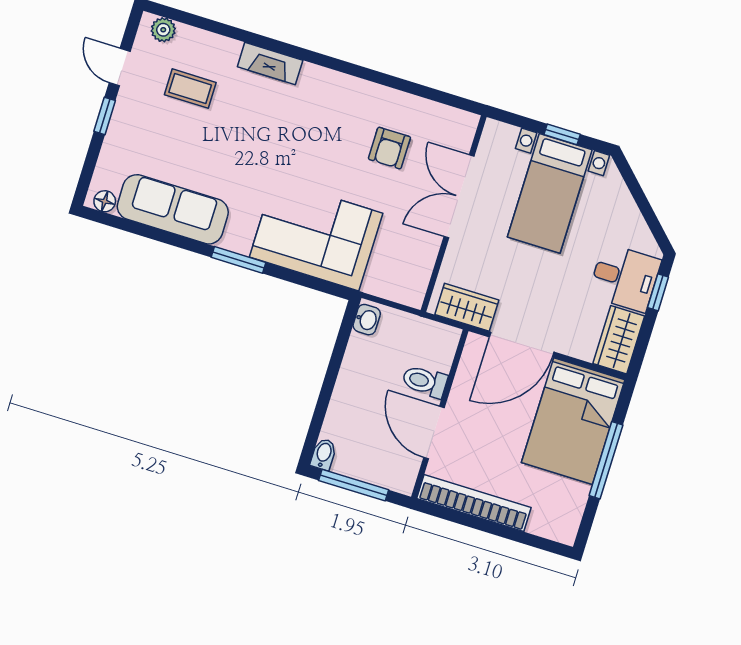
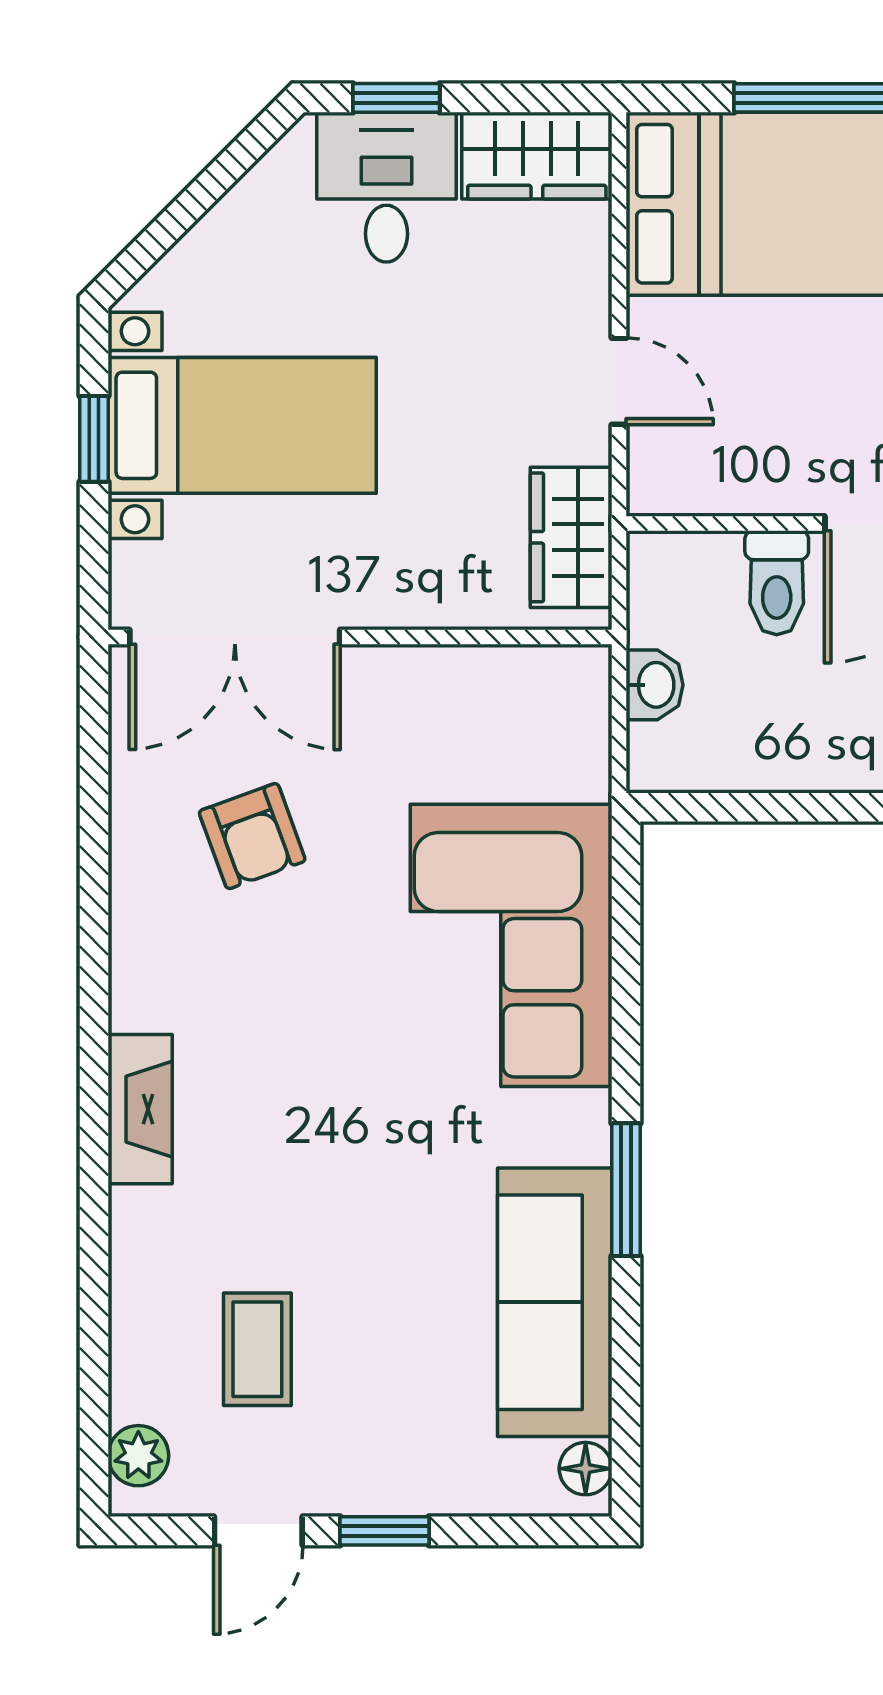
fireplace: (270, 64) -> (140, 1109), moved
armchair: (389, 148) -> (252, 836), turned 70
double door: (459, 196) -> (235, 637), moved
window: (238, 260) -> (626, 1190), moved
washbasin: (367, 320) -> (654, 685), moved, turned 90
door: (522, 344) -> (619, 381), width x0.53

